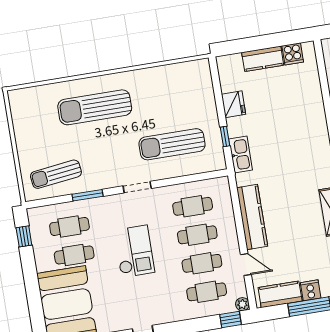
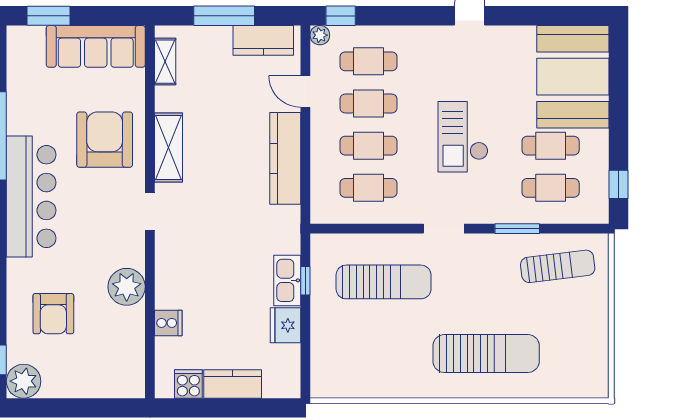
kitchen sink: (241, 155) -> (287, 280), moved
cooker: (311, 290) -> (168, 323), moved, turned -90

